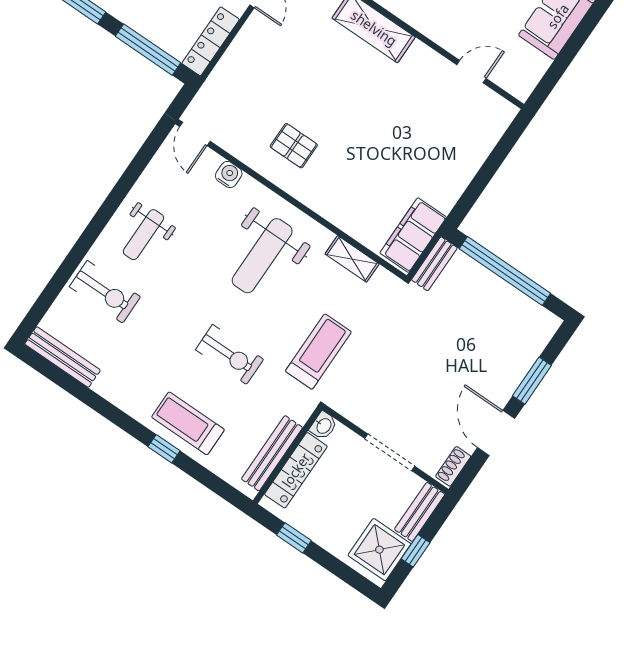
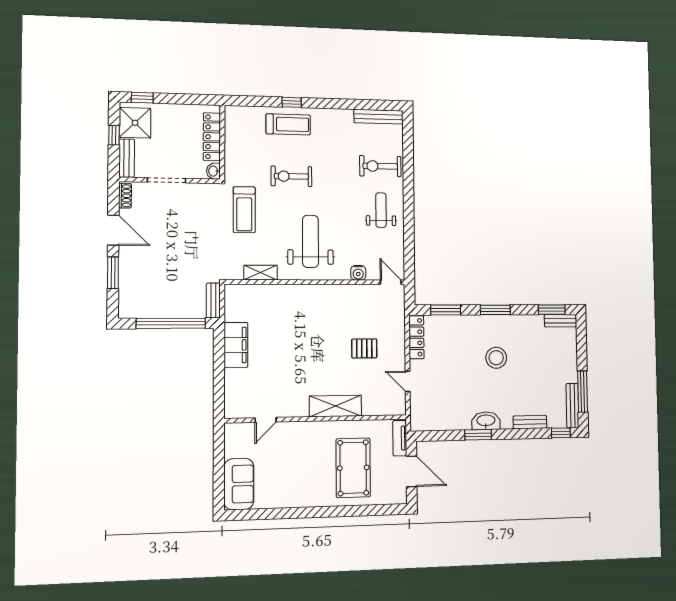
window: (148, 50) -> (446, 310), width x0.69
pallet: (294, 146) -> (364, 348), moved
filing cabinet: (413, 235) -> (236, 345), moved
bench: (272, 453) -> (231, 138), removed
window: (294, 538) -> (142, 98), moved

